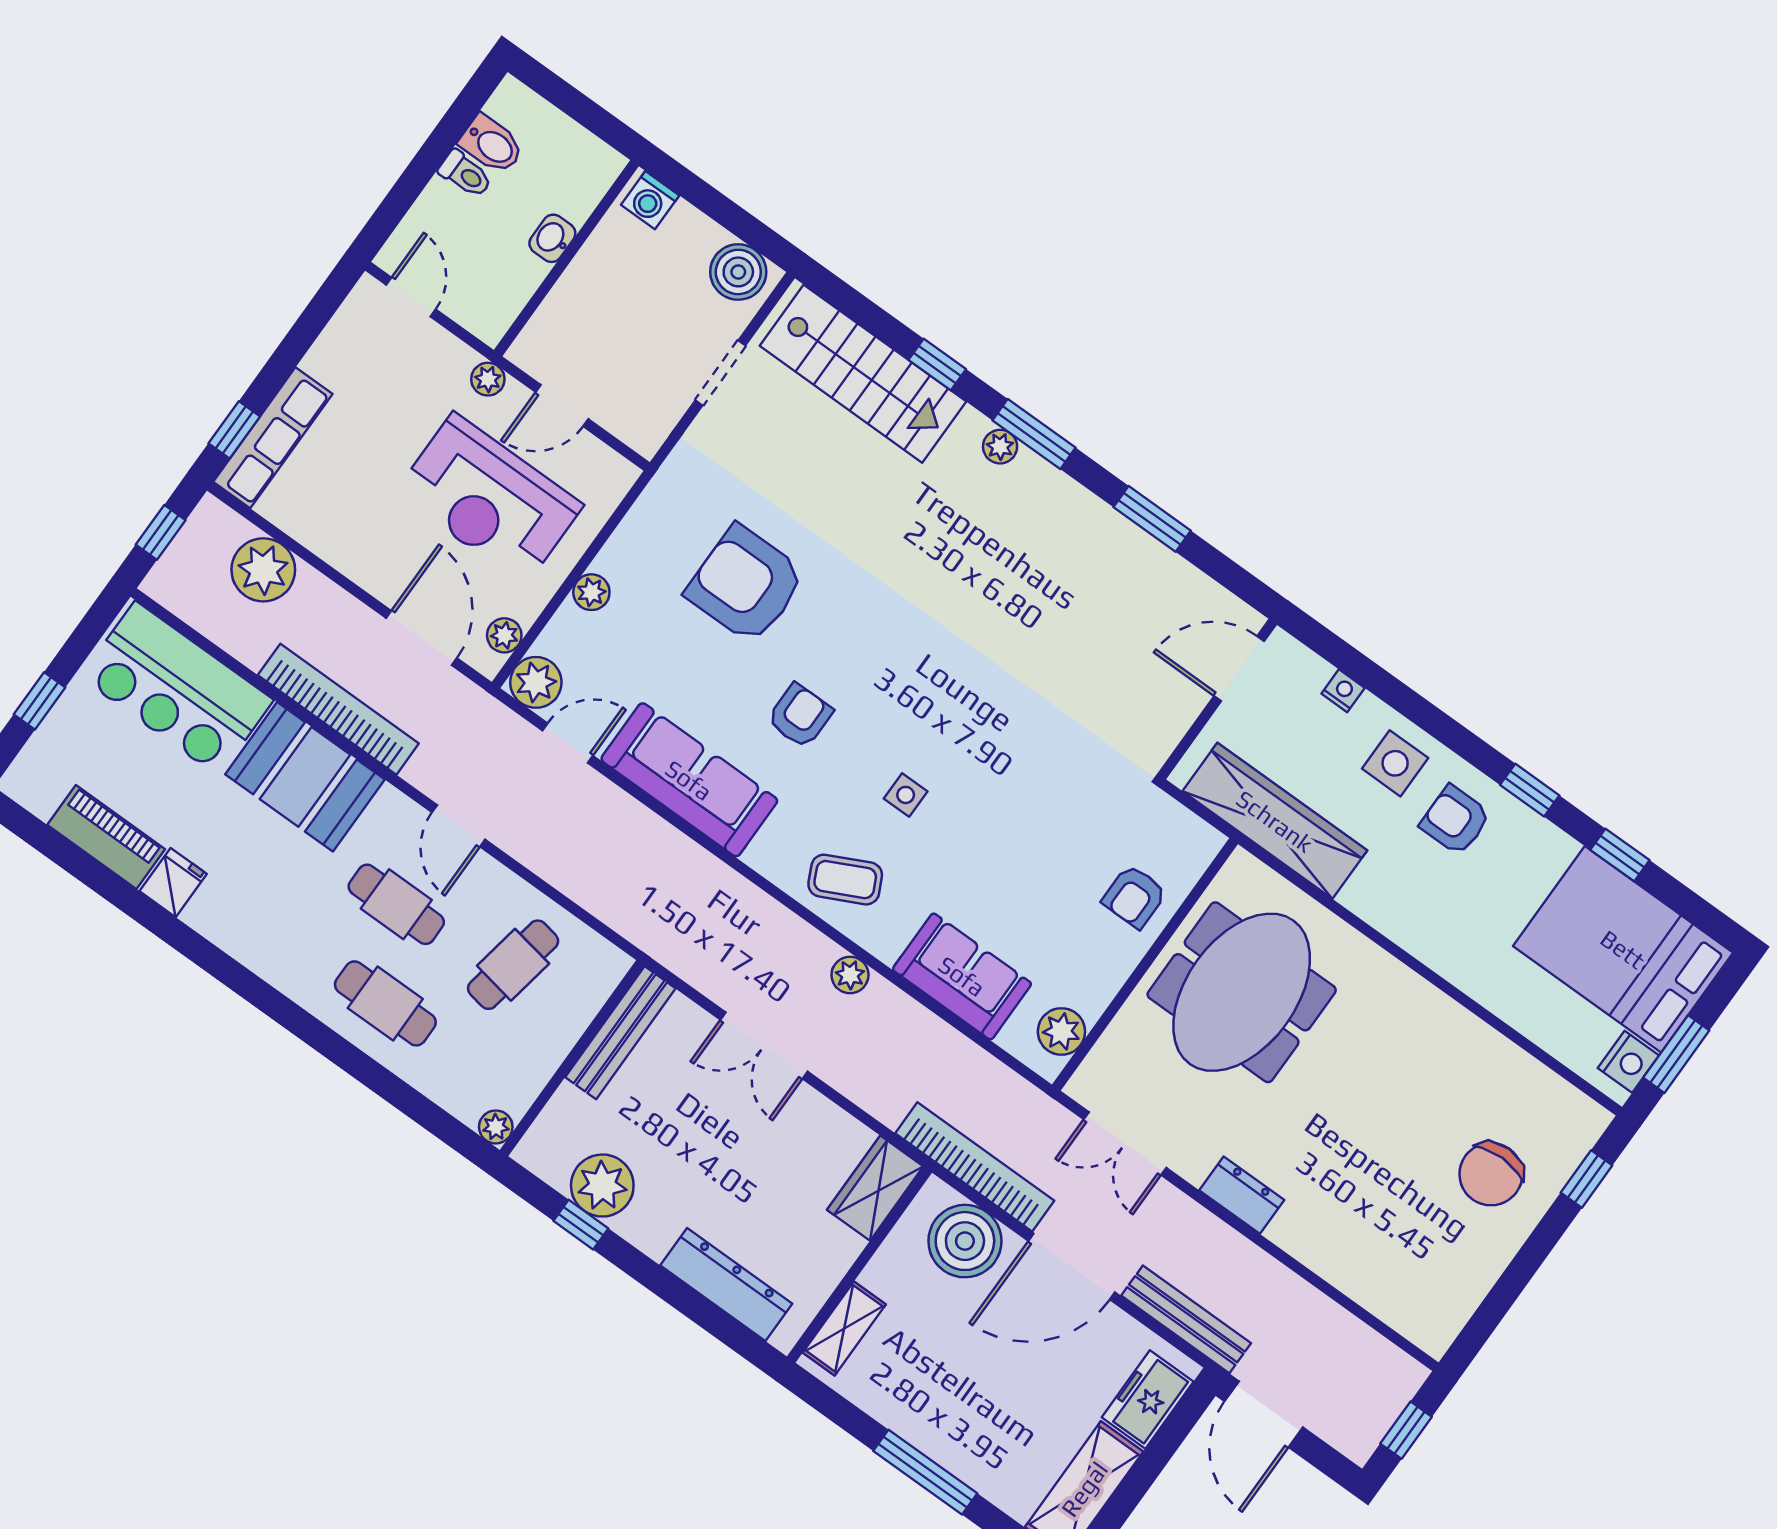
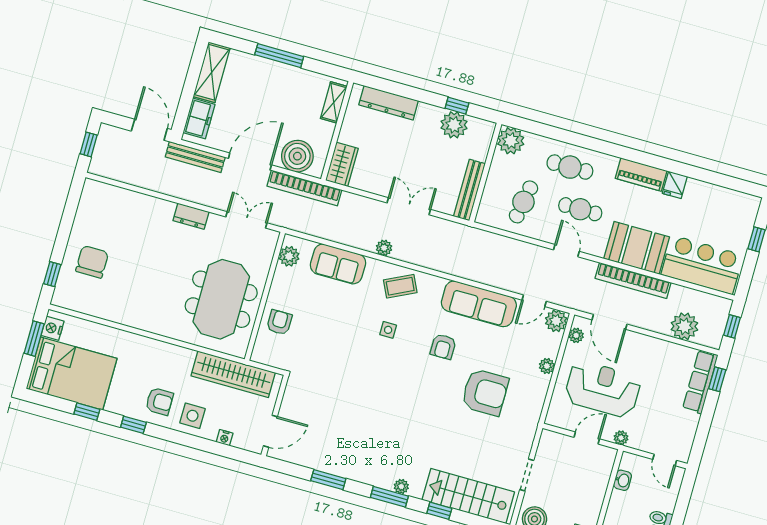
washbasin: (552, 238) -> (623, 480), moved
piano: (106, 837) -> (641, 174), moved
plant: (496, 1127) -> (511, 141), width x1.88, depth x1.88

